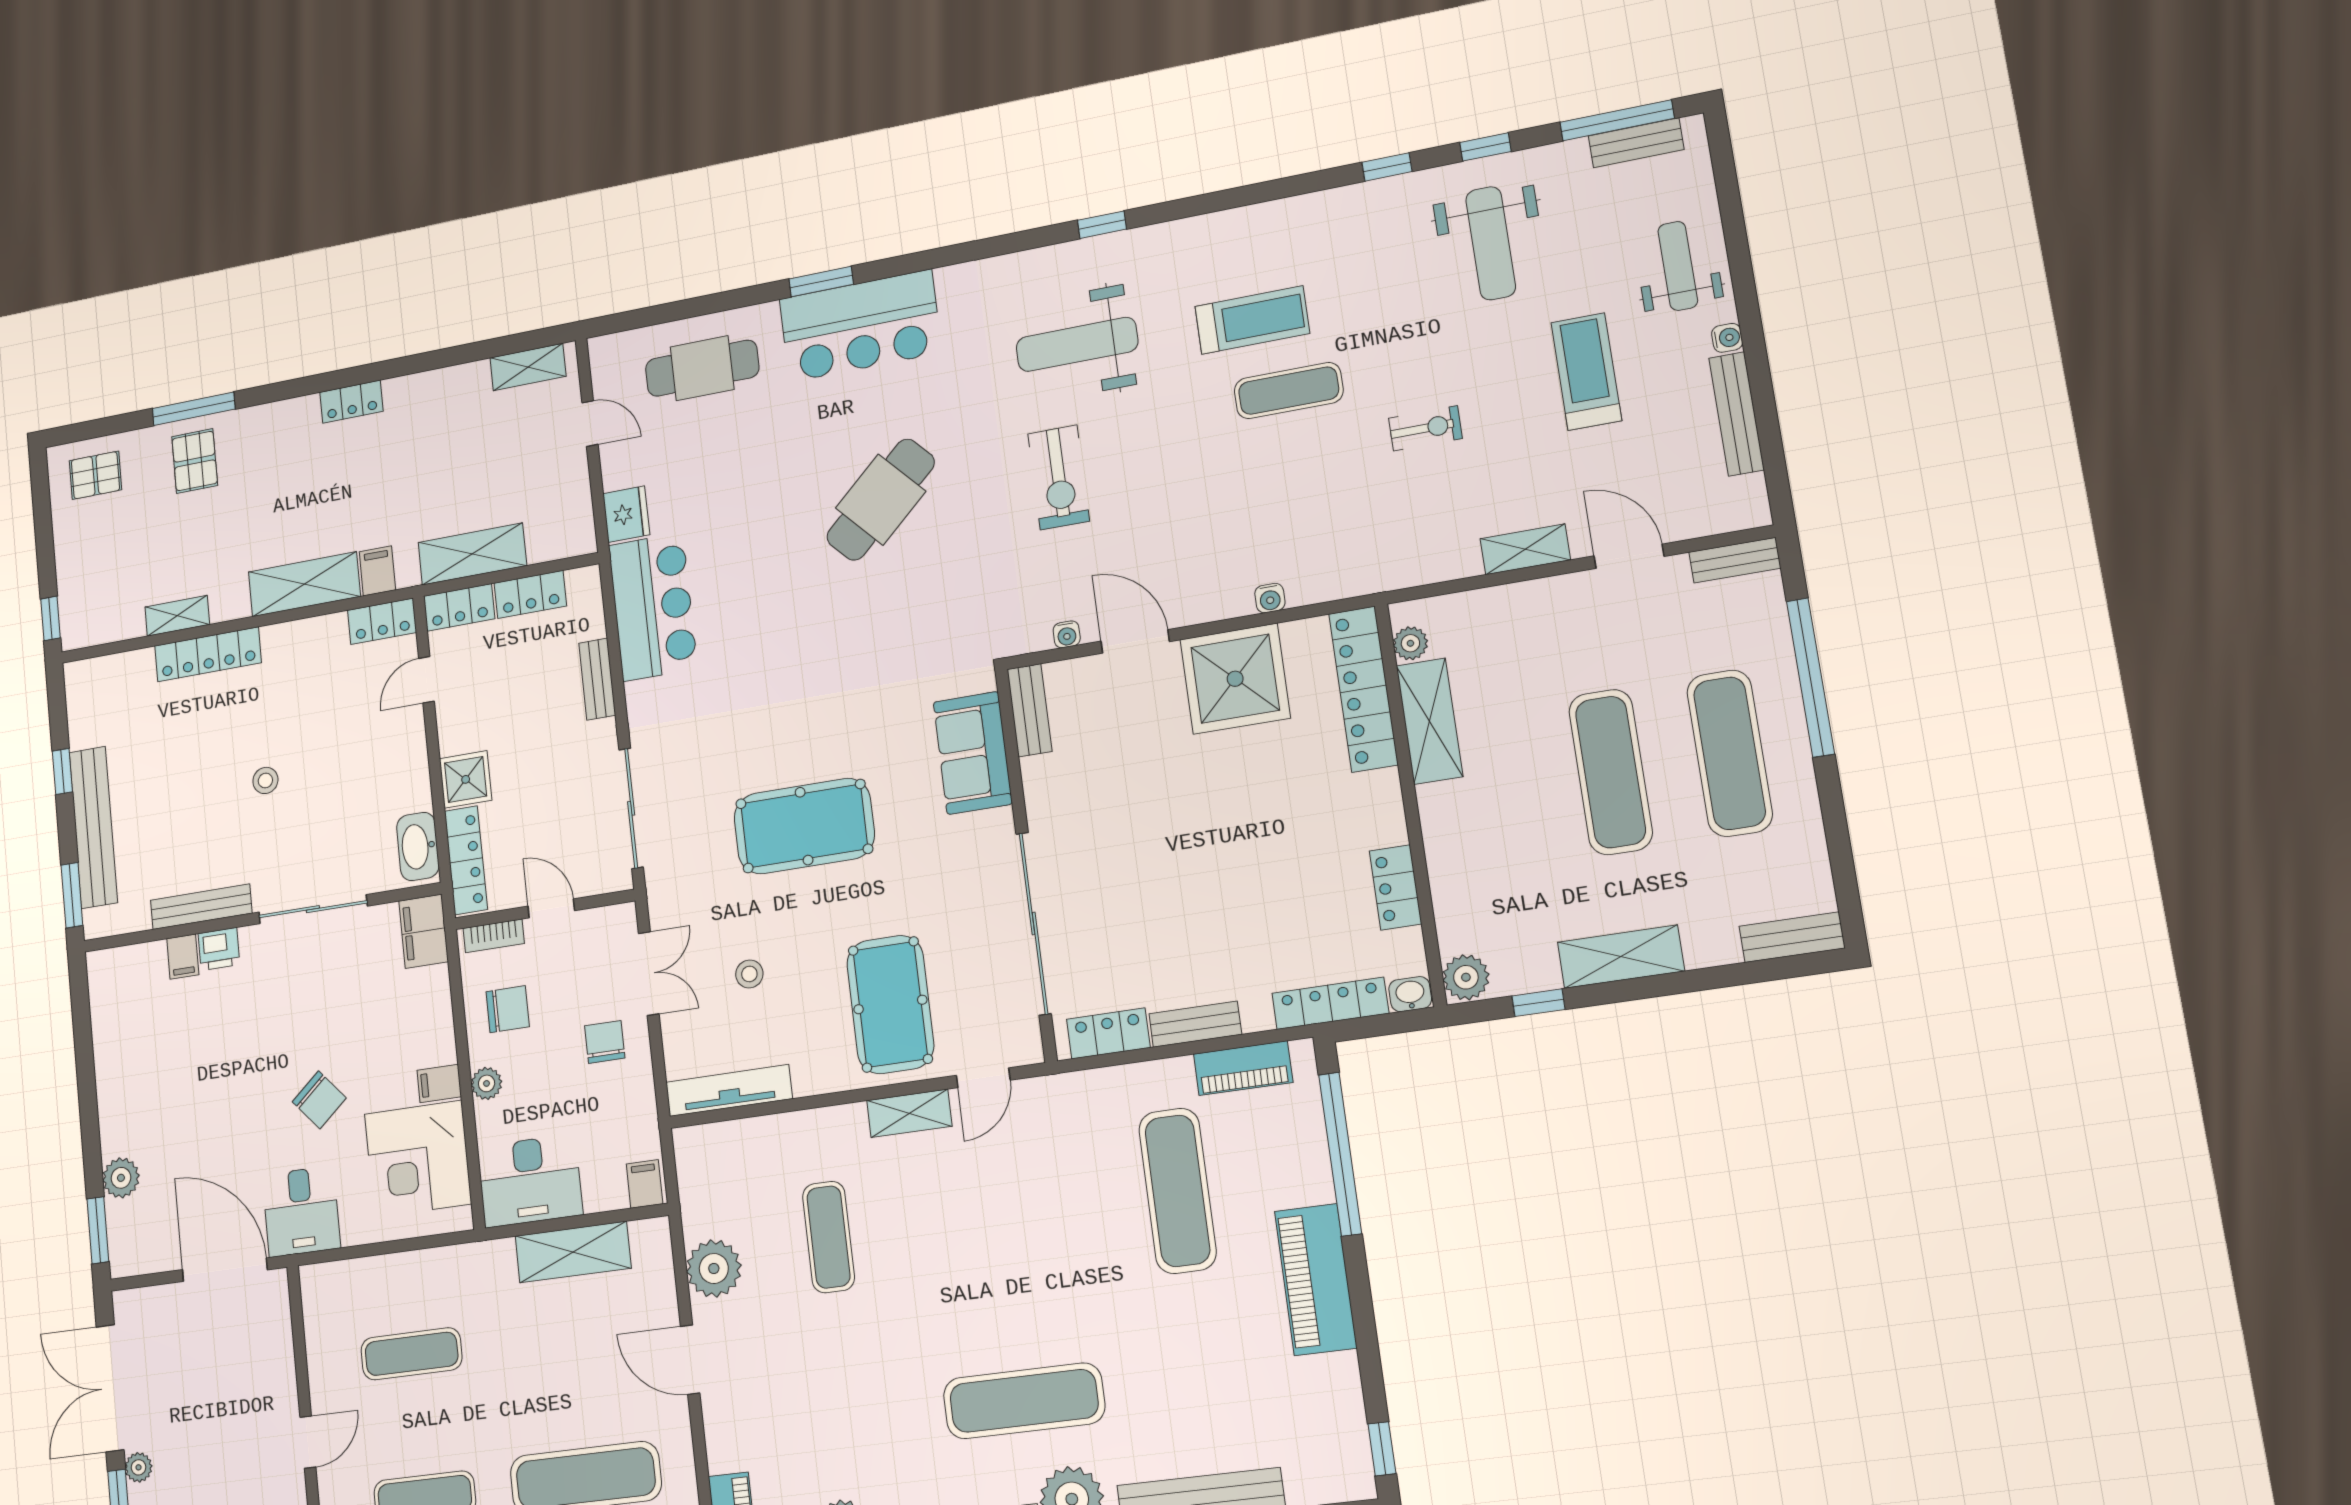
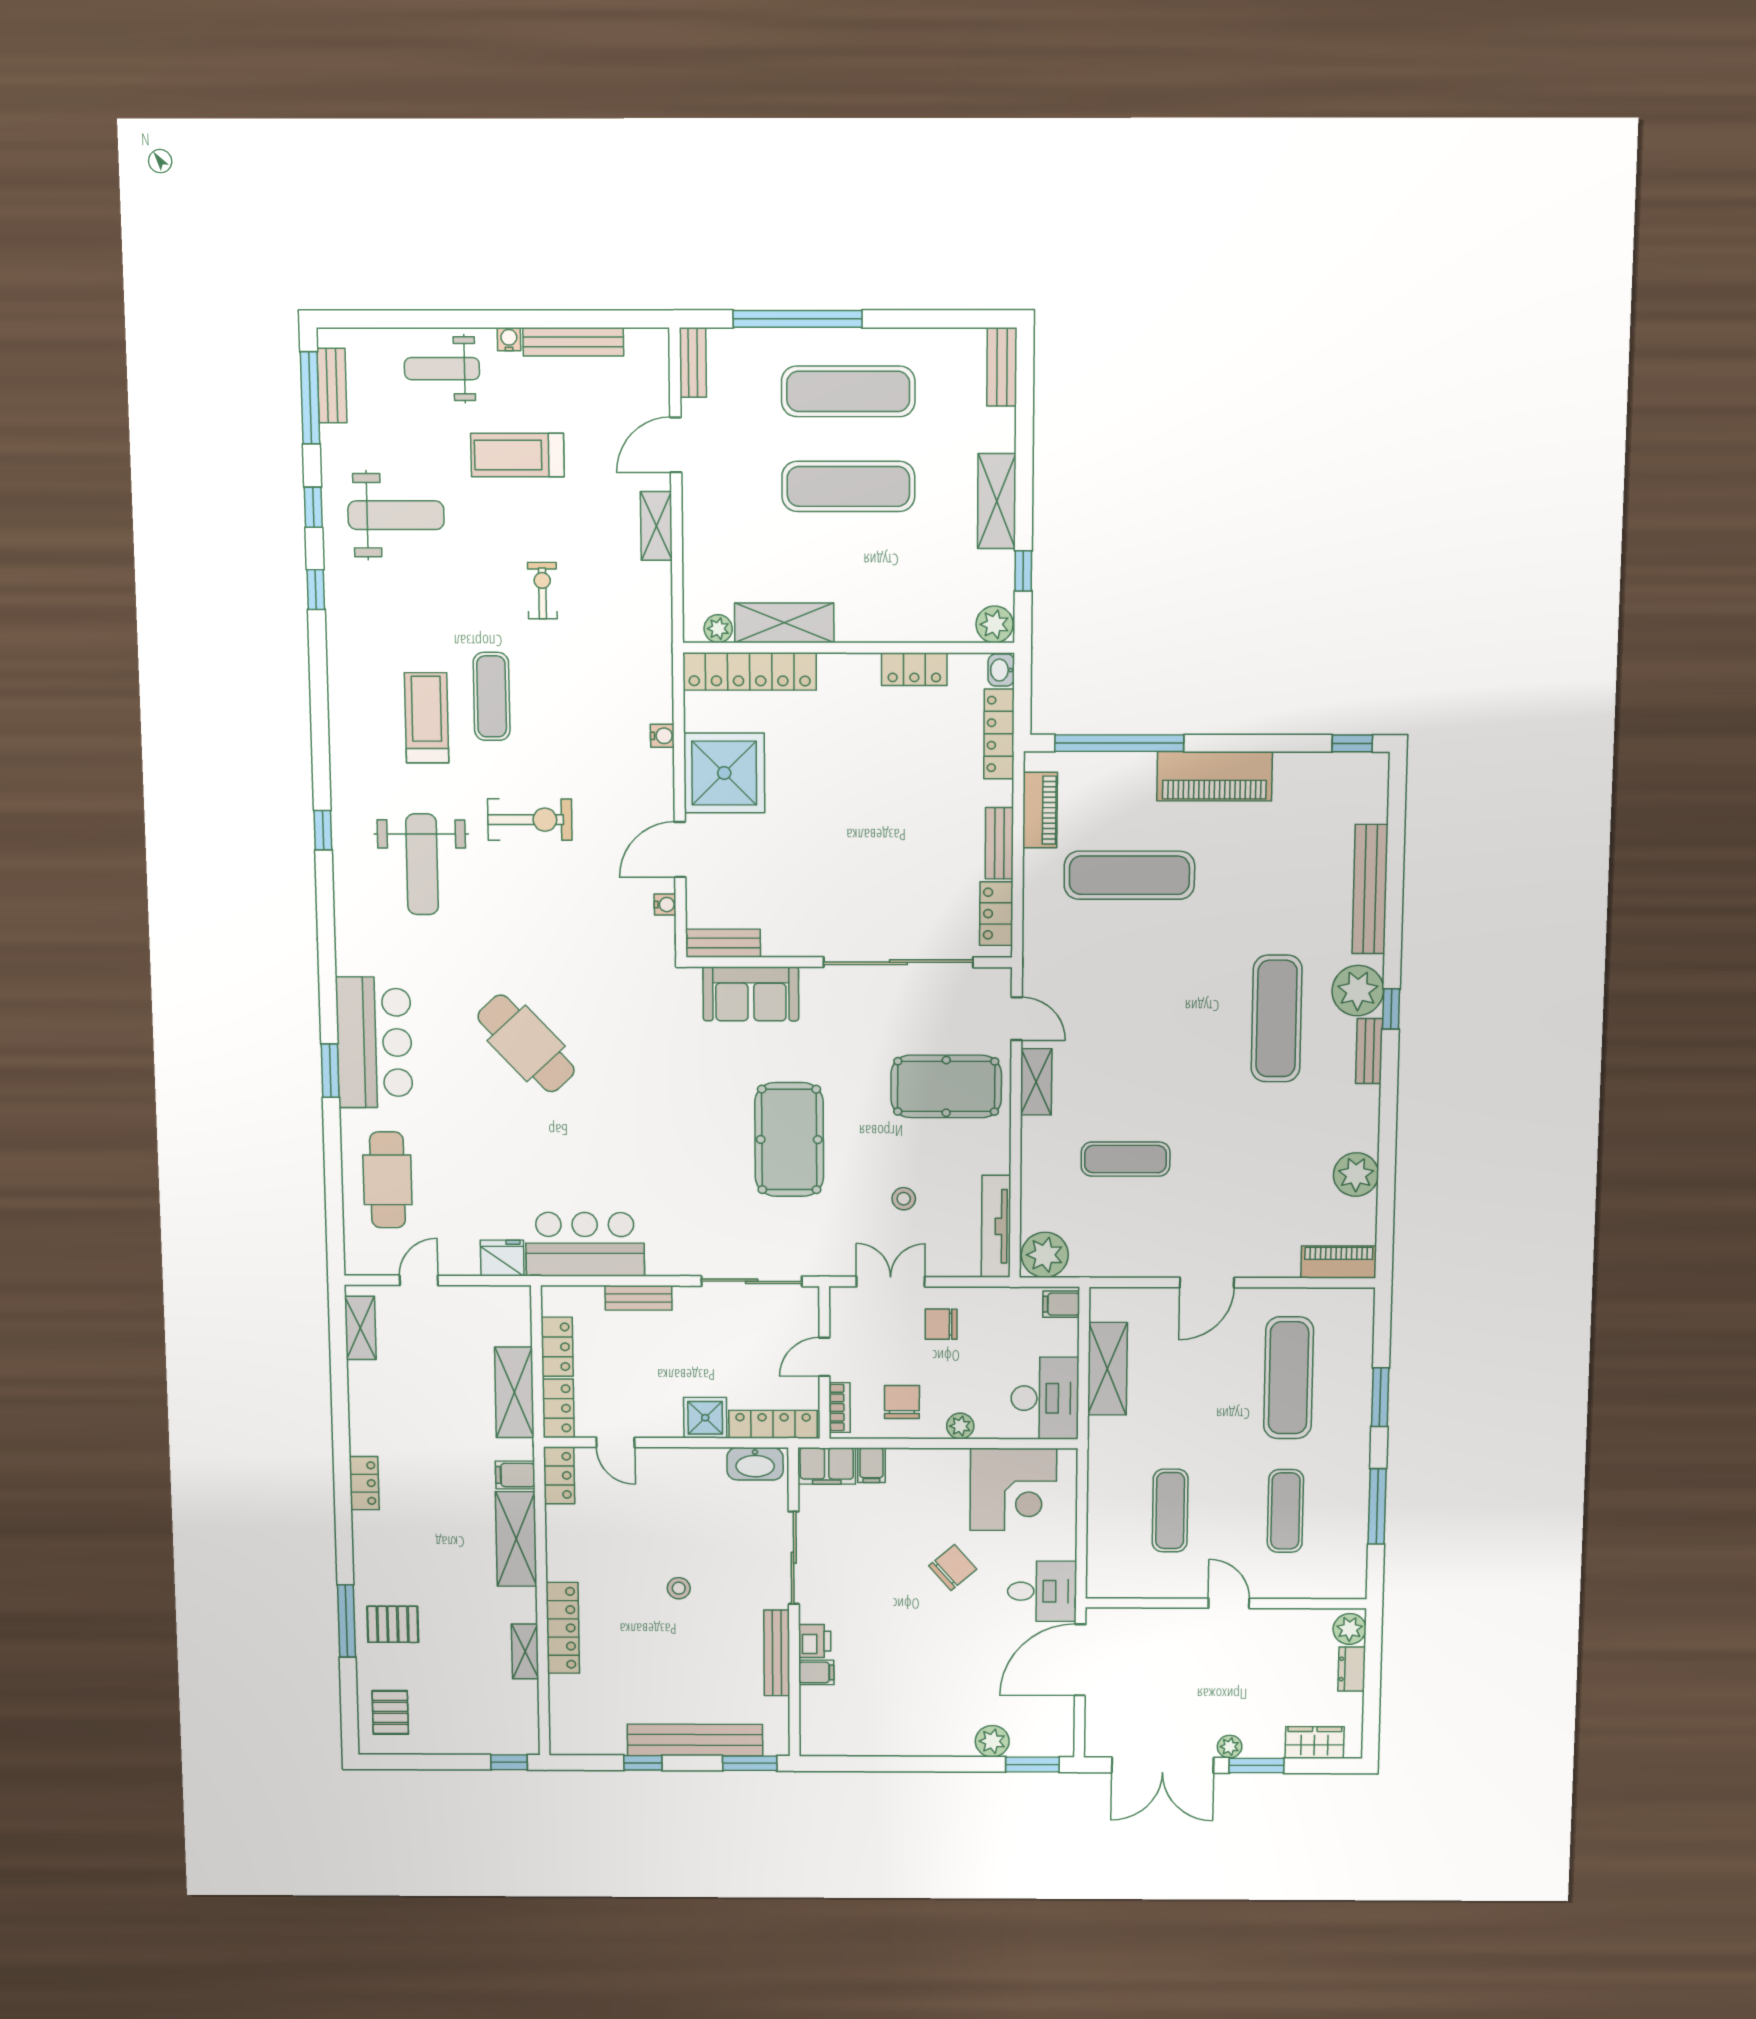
exercise bike: (1059, 477) -> (530, 820), moved
filing cabinet: (439, 1083) -> (871, 1465), moved
plant: (714, 1268) -> (1045, 1255), moved

